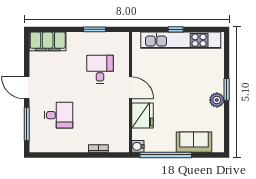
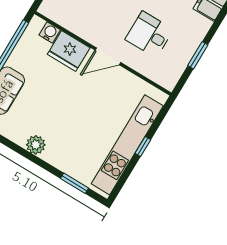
desk: (100, 69) -> (149, 35), turned 180
window: (227, 89) -> (74, 183), moved
water cooler: (138, 146) -> (50, 32), moved

